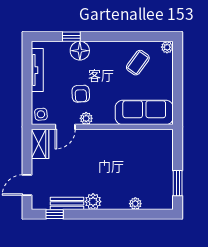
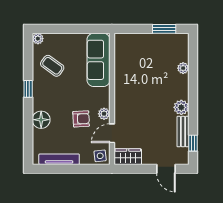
window: (71, 37) -> (28, 89), moved
door: (65, 127) -> (112, 133), swing flipped

